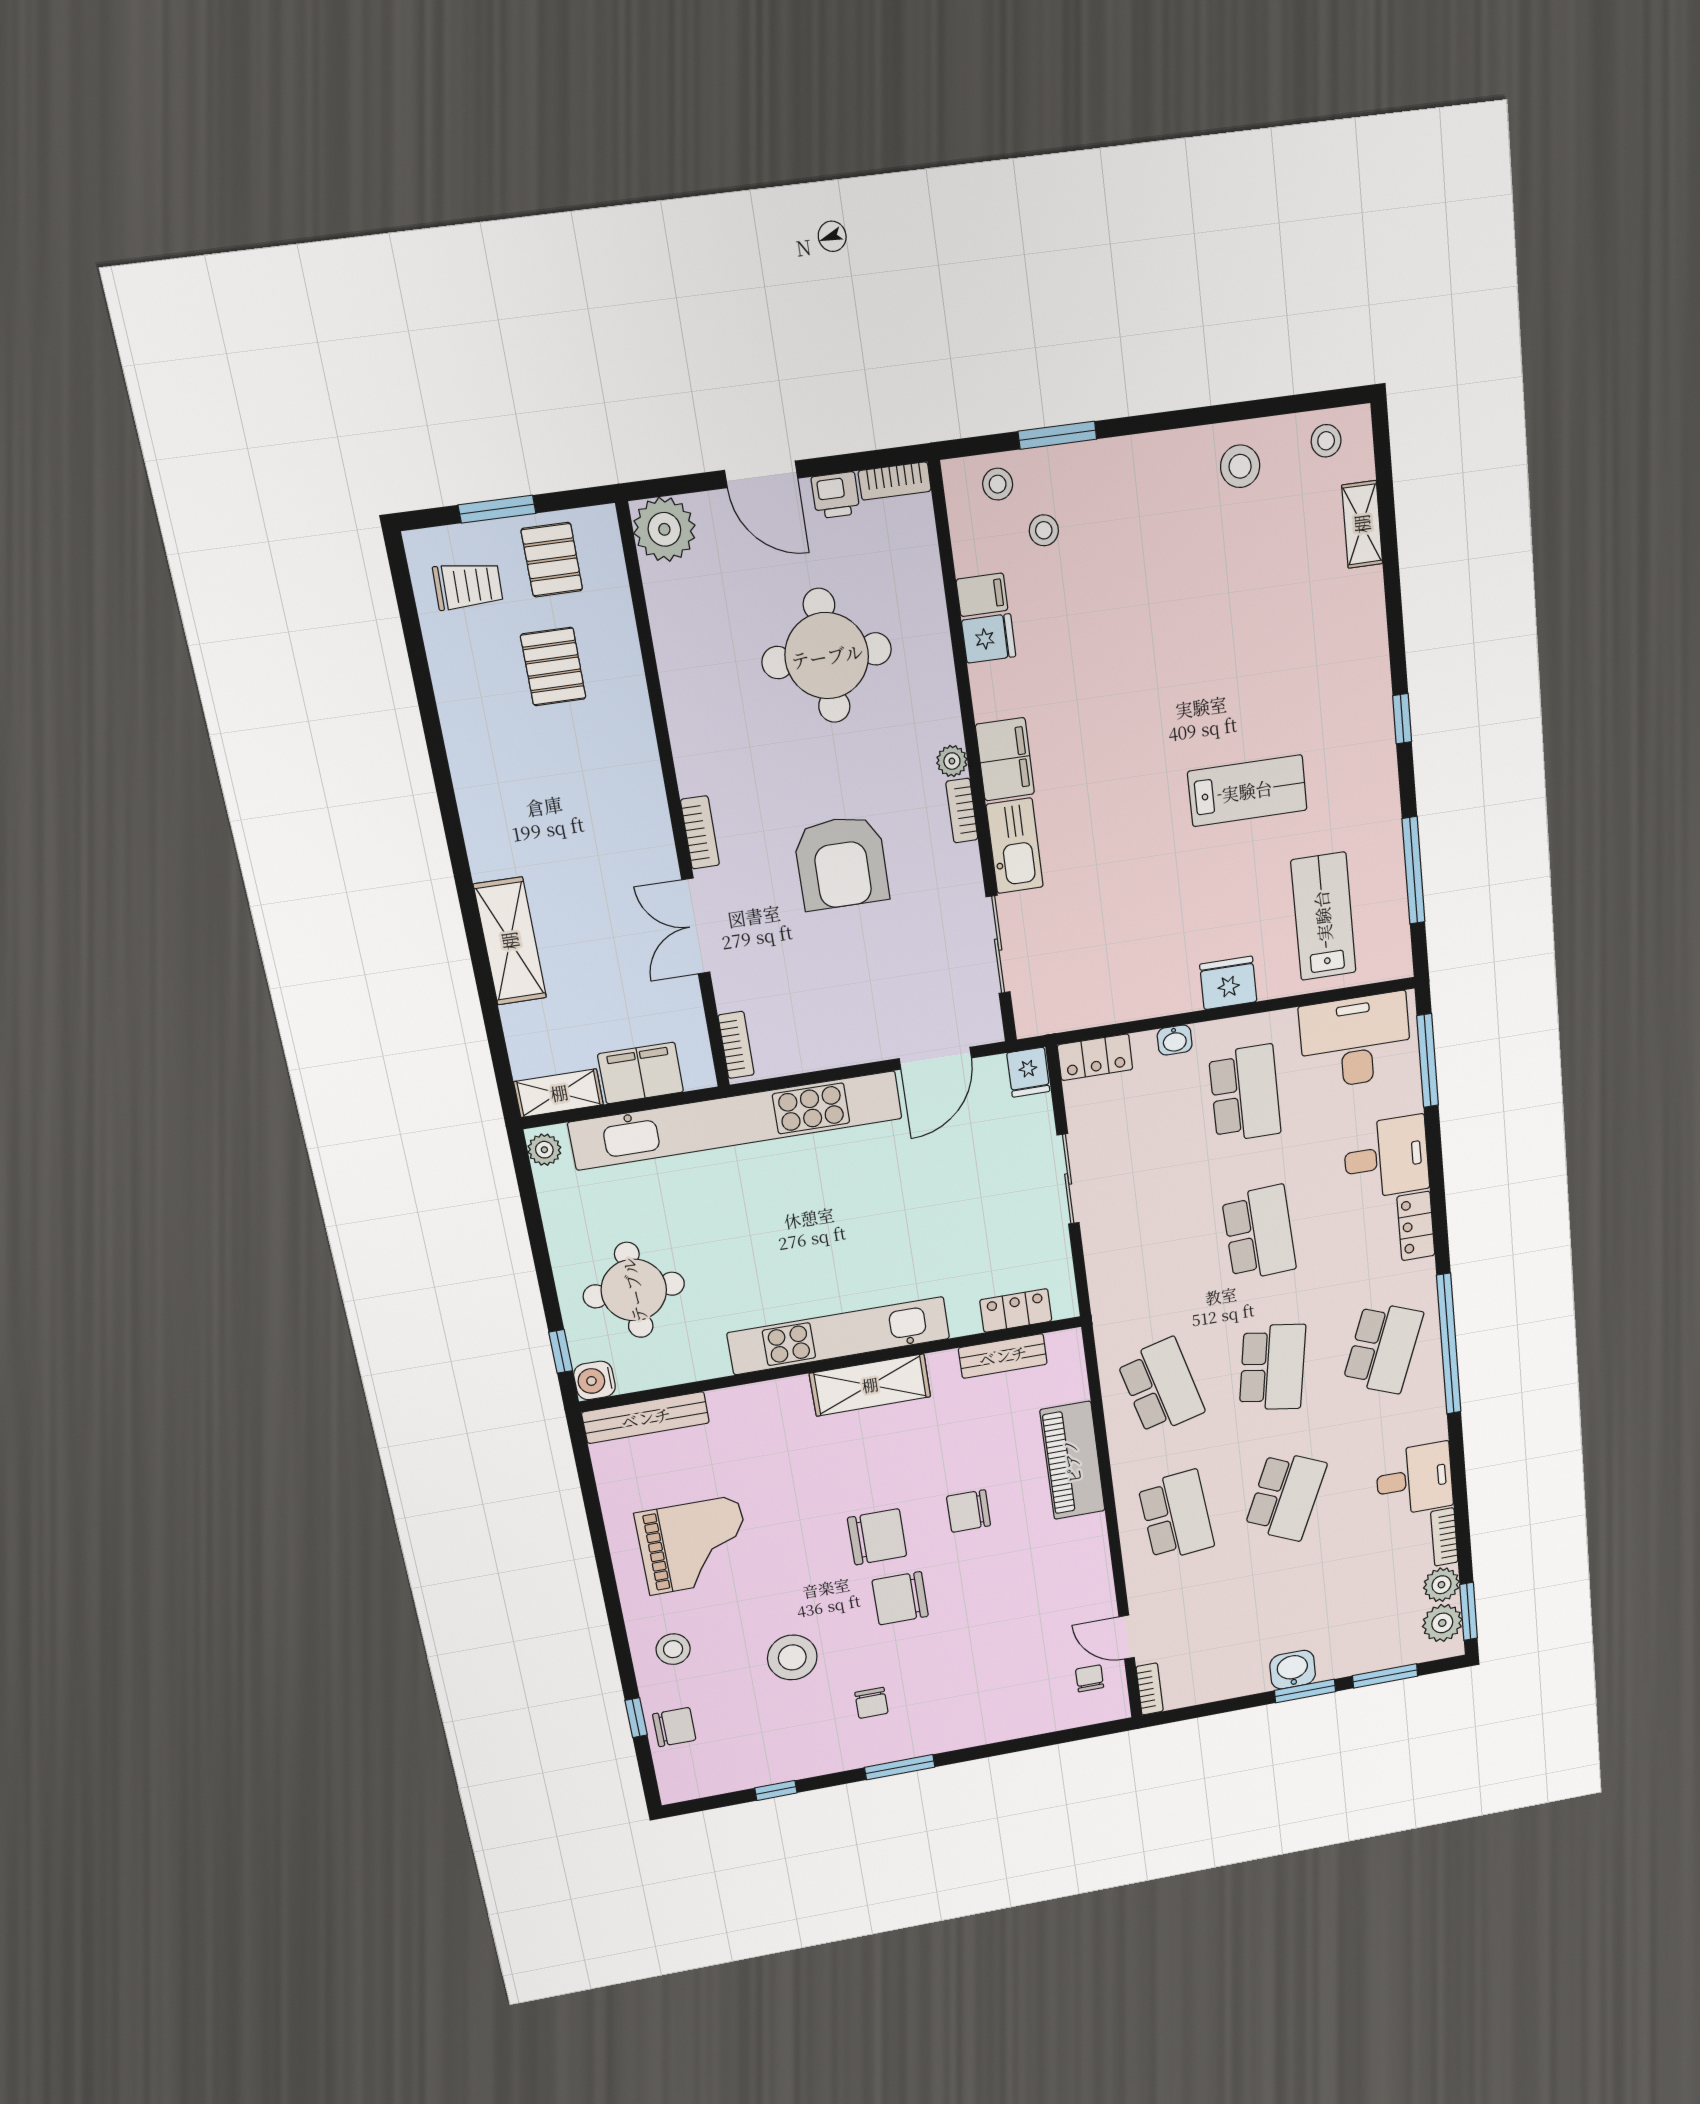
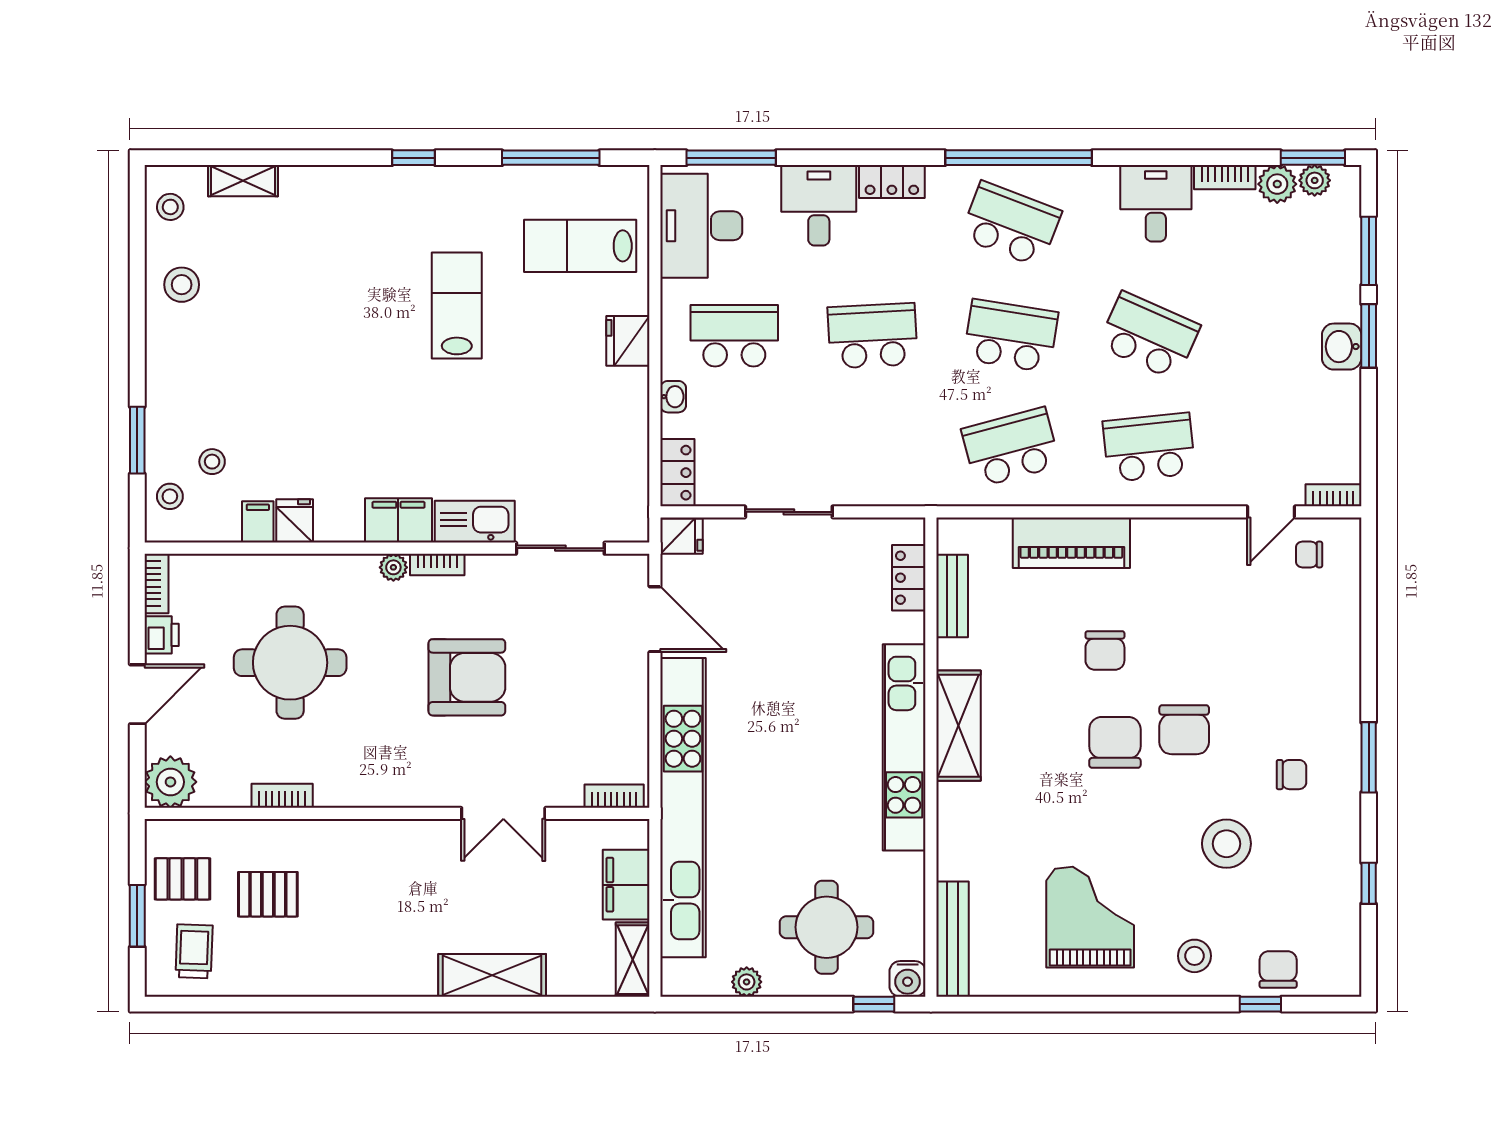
bookcase: (700, 832) -> (282, 796), moved
plant: (544, 1150) -> (747, 982), moved
plant: (1442, 1623) -> (1315, 180), width x0.73, depth x0.73

